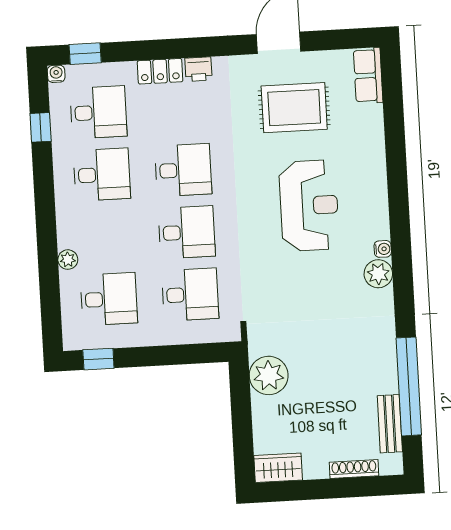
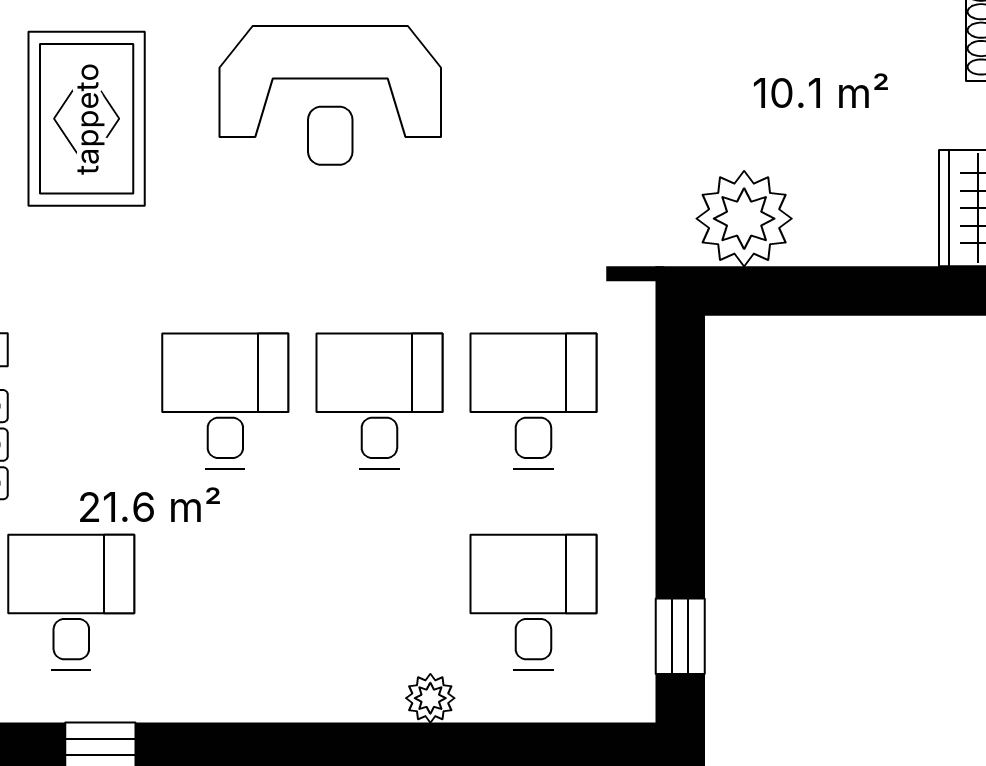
desk: (102, 175) -> (225, 603), removed
reception desk: (309, 206) -> (330, 95), turned 180

